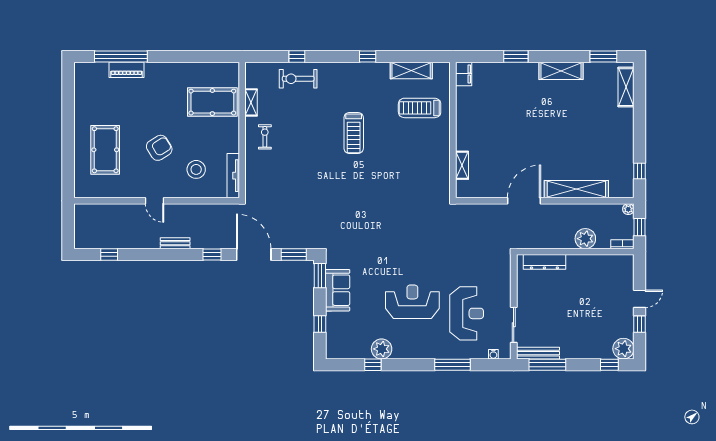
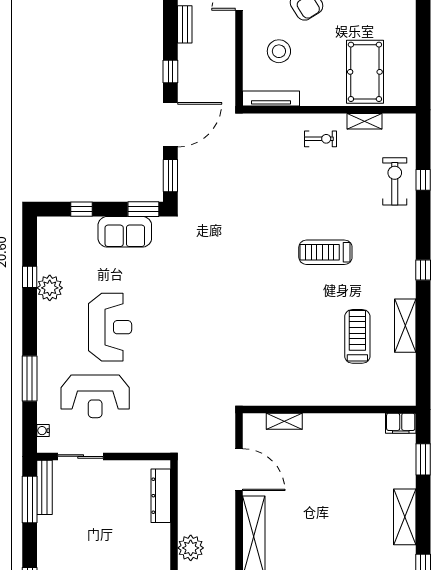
filing cabinet: (464, 74) -> (401, 423), moved
wall: (453, 130) -> (329, 410), moved
shelving: (462, 165) -> (284, 421), moved

